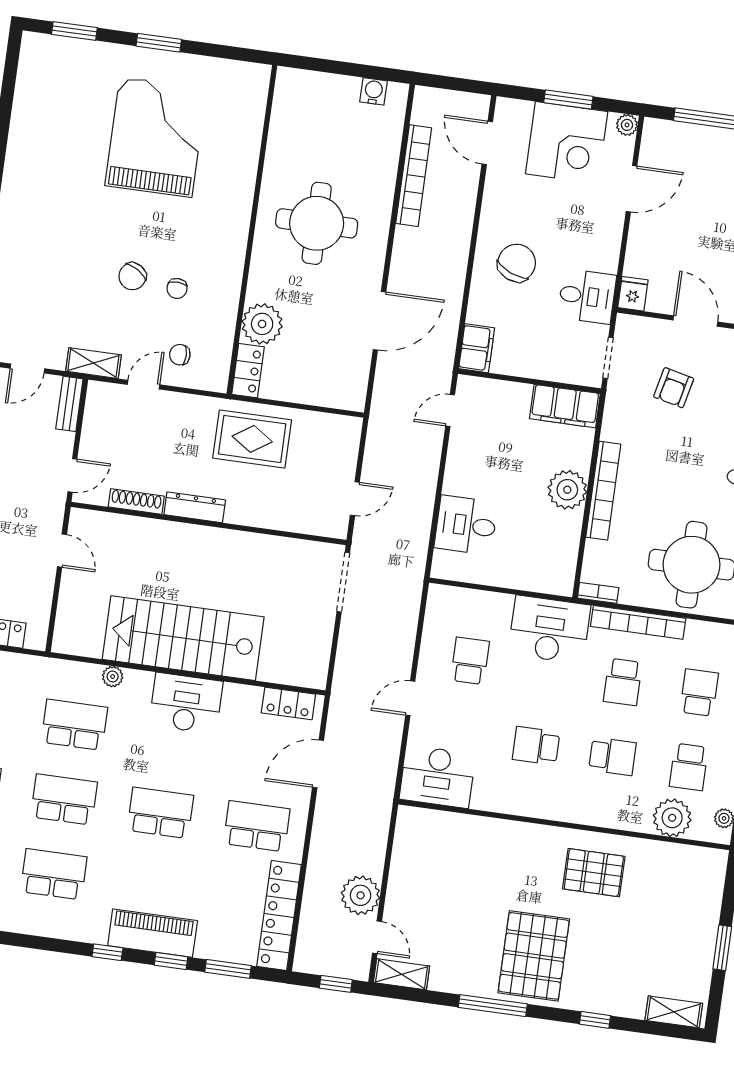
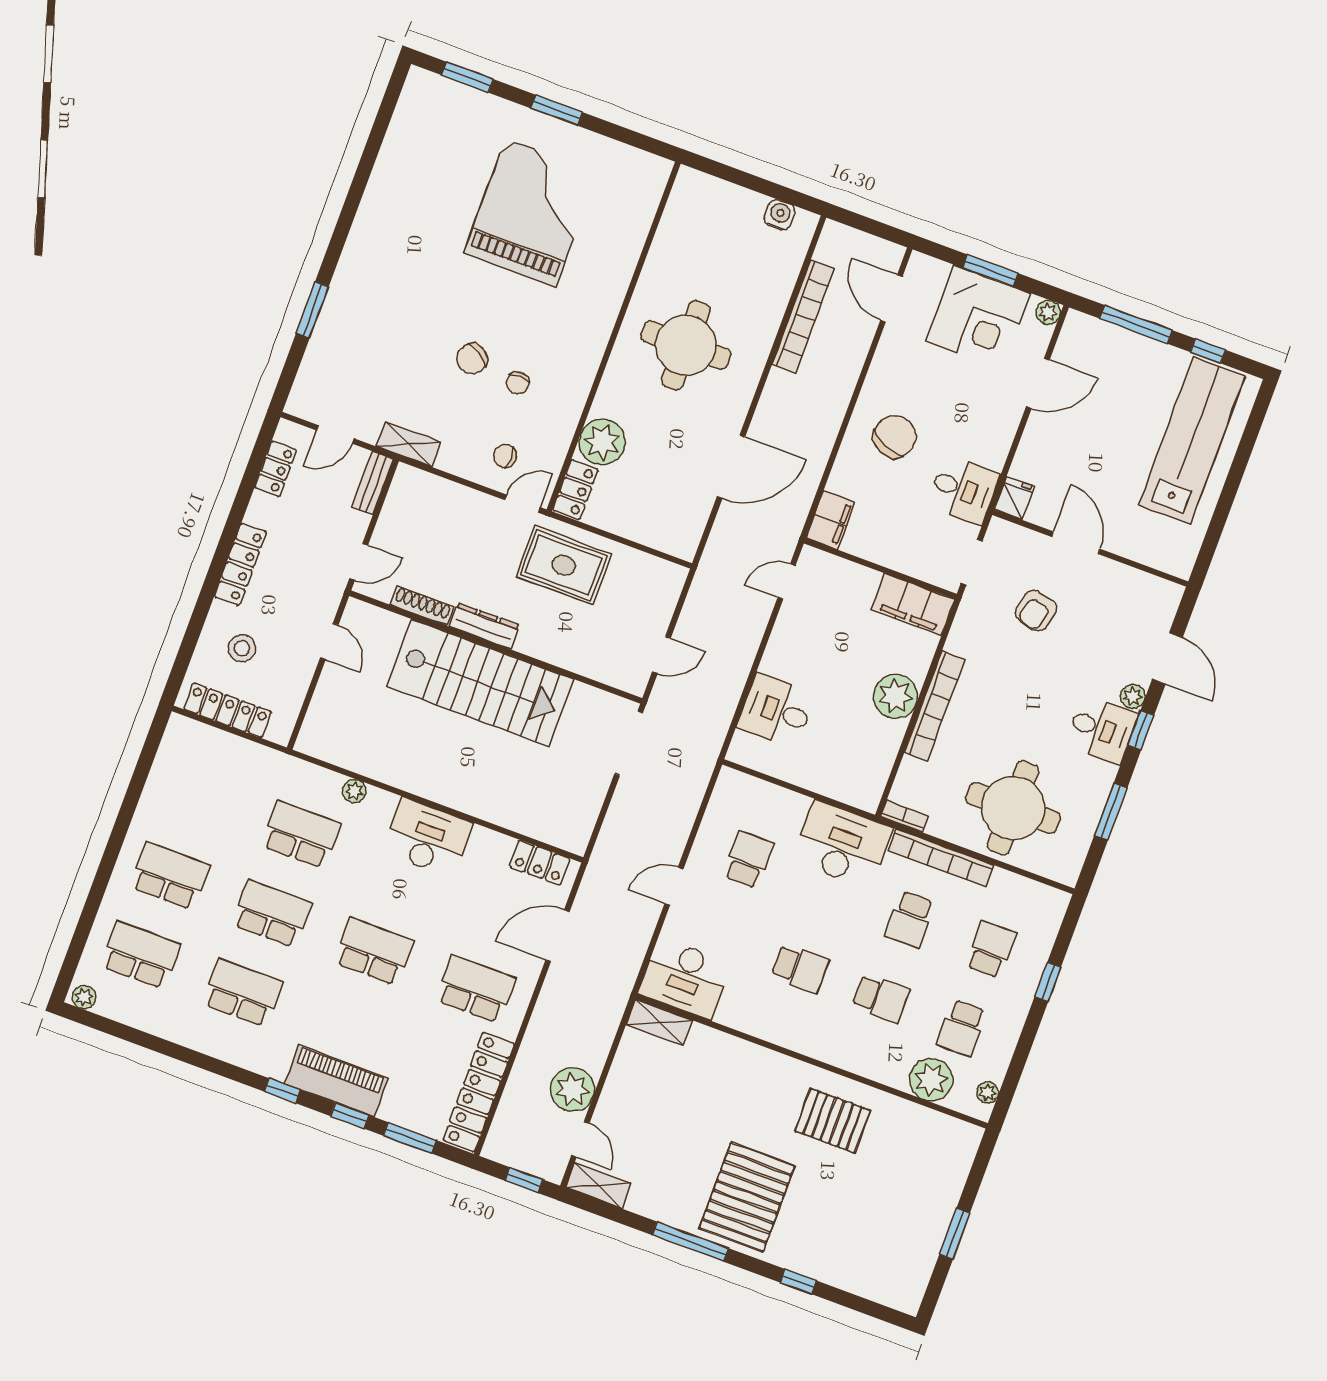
door: (143, 385) -> (522, 504), moved
stairs: (183, 638) -> (480, 683), moved, turned 180
school desk: (536, 746) -> (800, 968), turned 180
shelving: (674, 1012) -> (659, 1023), moved

